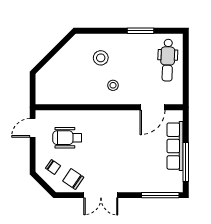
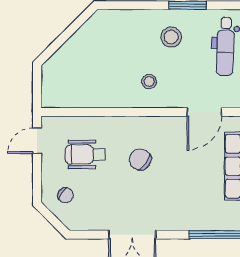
stool: (101, 58) -> (171, 37), moved
chair: (73, 179) -> (140, 159), moved

